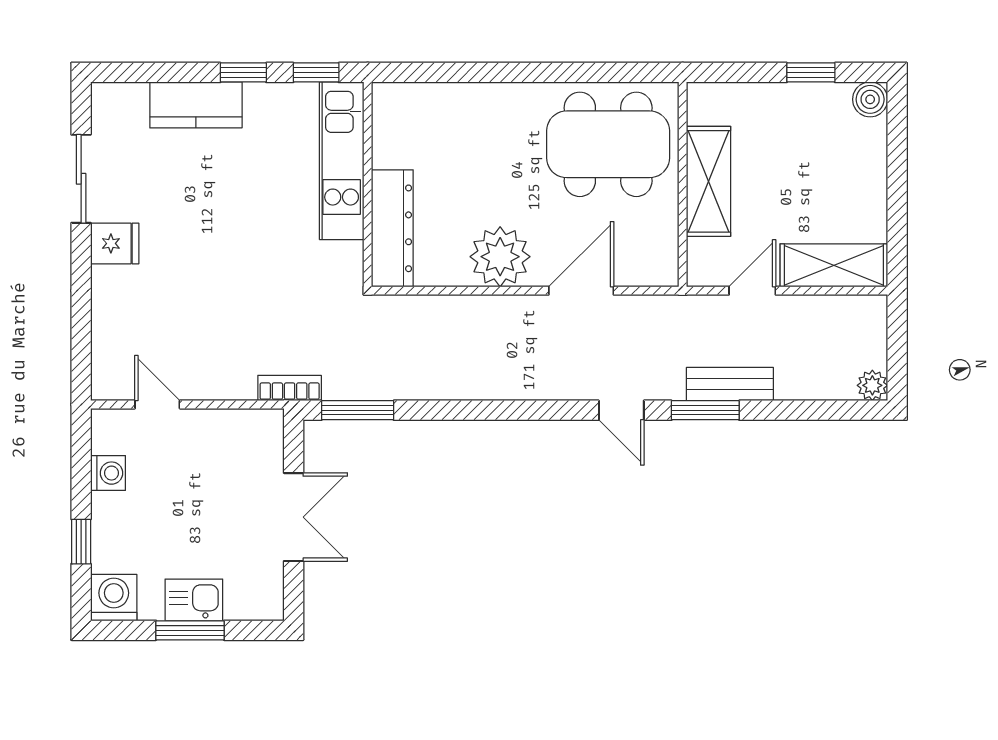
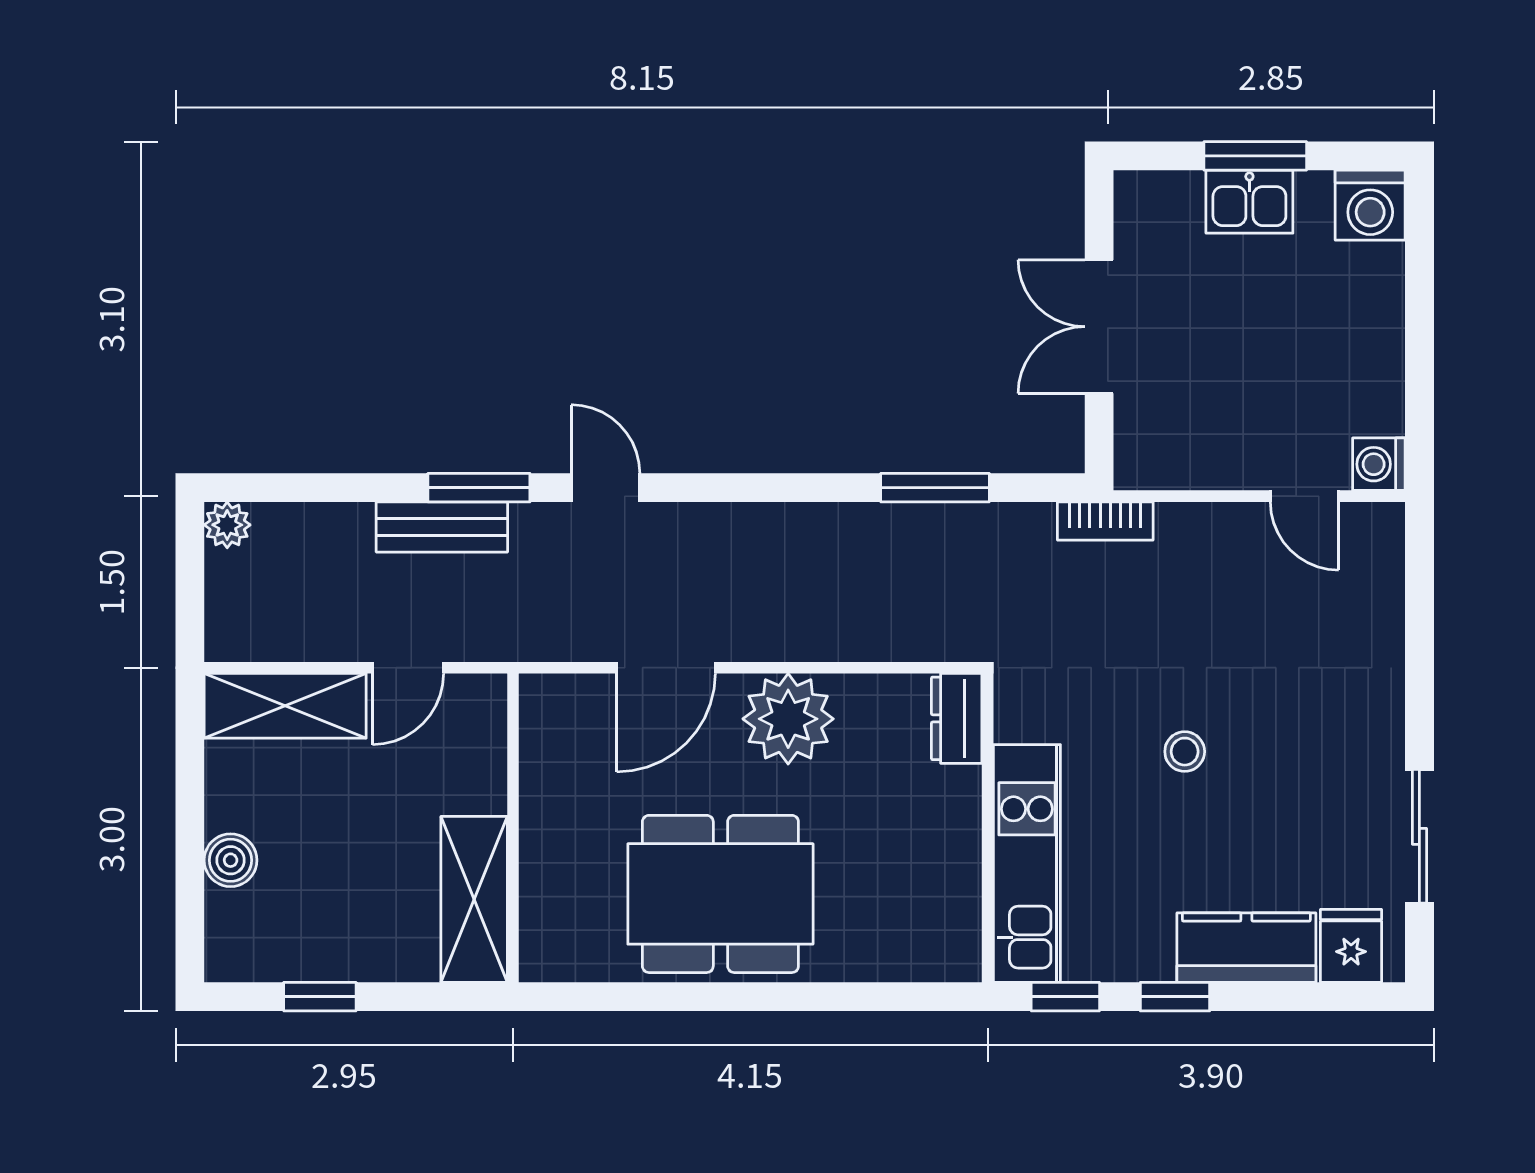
boiler: (870, 99) -> (231, 860), moved
dining table: (608, 144) -> (720, 894), moved
shelving: (708, 181) -> (474, 899), moved
dresser: (392, 228) -> (957, 718), width x0.51, depth x0.80
stool: (237, 235) -> (1185, 752), added
fridge: (115, 243) -> (1351, 946), moved, turned 90
window: (358, 410) -> (935, 488), moved
washing machine: (108, 473) -> (1379, 464), moved
window: (81, 542) -> (1419, 290), removed

